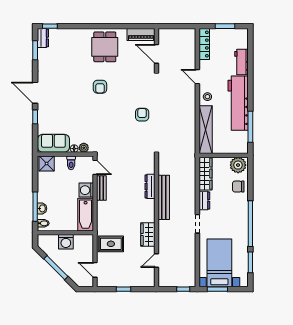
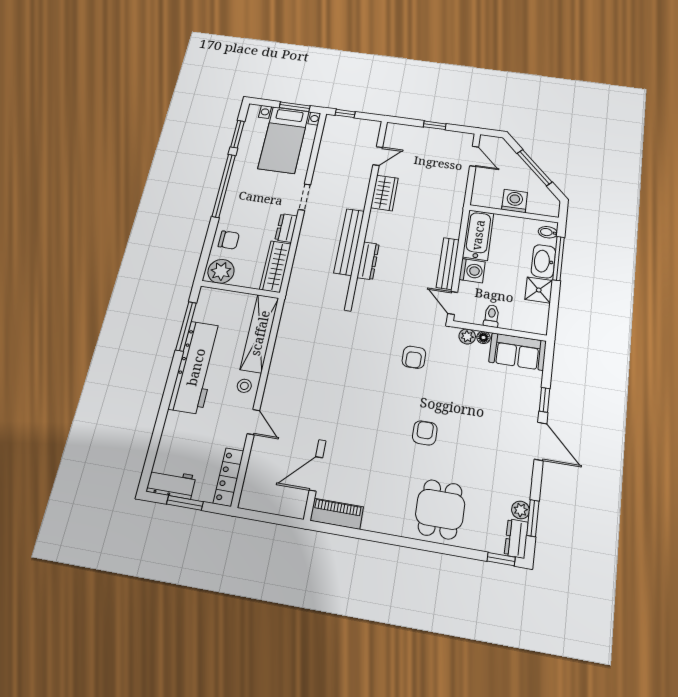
dining table: (105, 47) -> (440, 509), moved
plant: (42, 53) -> (521, 510), added
door: (156, 54) -> (316, 474), swing flipped
workbench: (241, 62) -> (171, 484), moved, turned -90
armchair: (142, 115) -> (414, 357), moved
shower: (47, 163) -> (539, 290), moved
bench: (101, 188) -> (448, 263), width x1.36
washbasin: (42, 208) -> (543, 261), width x1.91, depth x1.45
rug: (111, 244) -> (444, 188), removed

